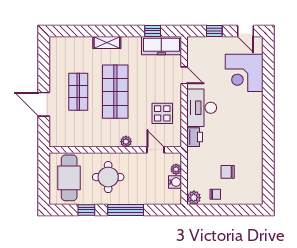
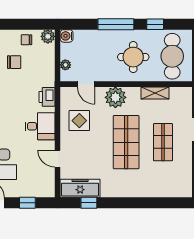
shelving: (107, 42) -> (155, 93), moved
desk: (202, 108) -> (40, 126), width x0.73
plant: (126, 142) -> (115, 97), width x1.88, depth x1.88
water cooler: (175, 182) -> (67, 36), moved

